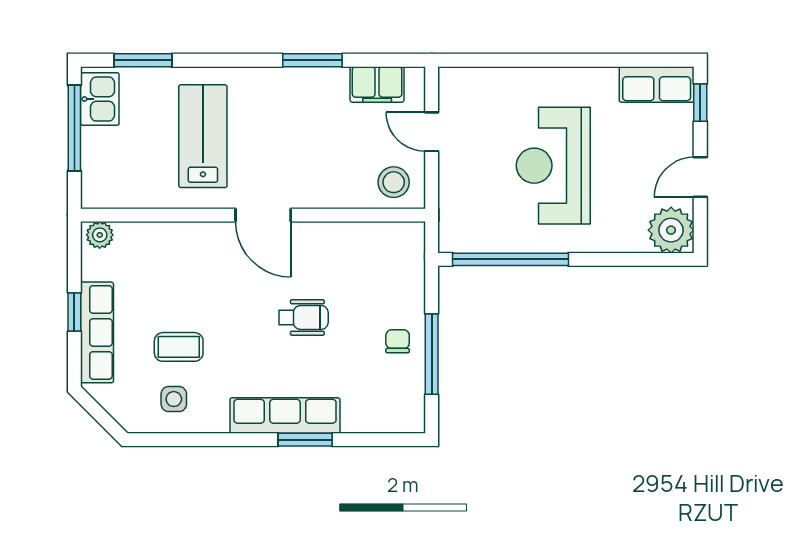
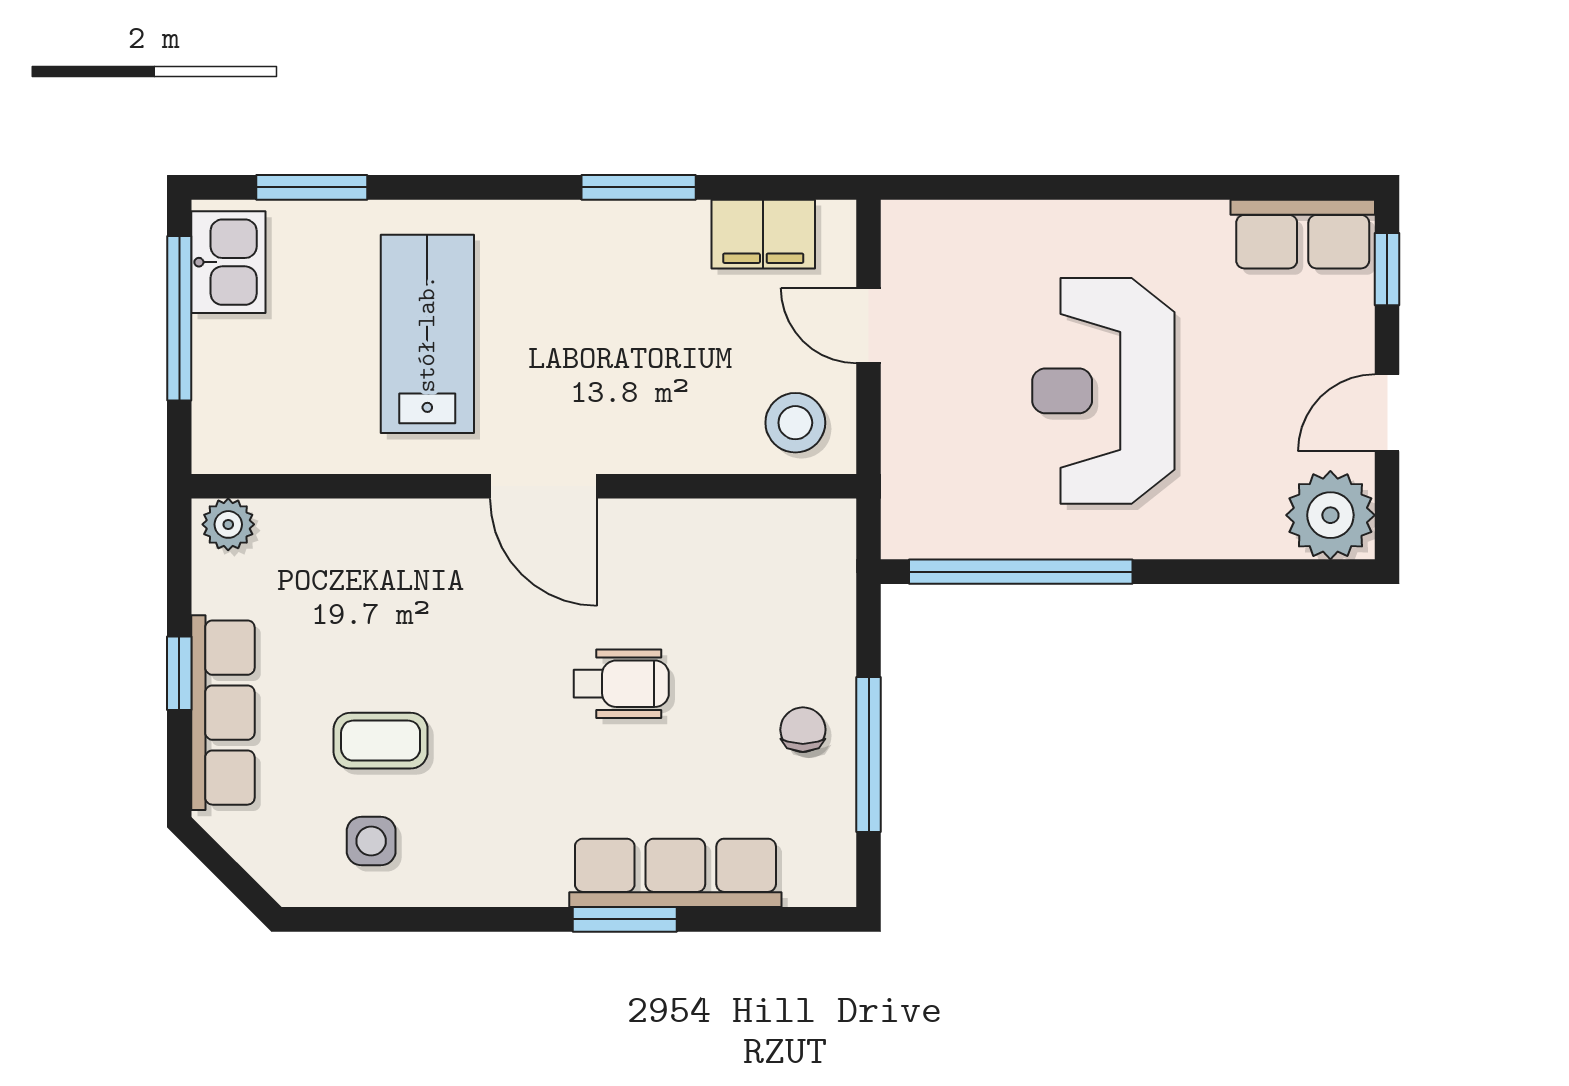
row of seats: (285, 416) -> (675, 873), moved

